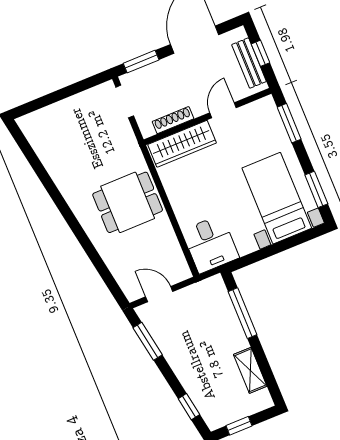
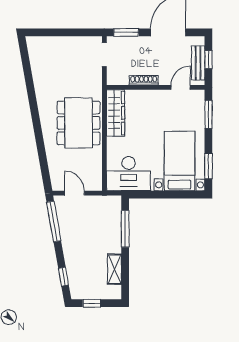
door: (223, 110) -> (181, 87), moved
shoe rack: (173, 120) -> (144, 80), moved
wardrobe: (182, 144) -> (116, 113), moved, turned -90
dining table: (128, 202) -> (79, 123), width x1.38
desk: (210, 244) -> (128, 174), width x1.37
window: (148, 341) -> (54, 221), width x1.44

